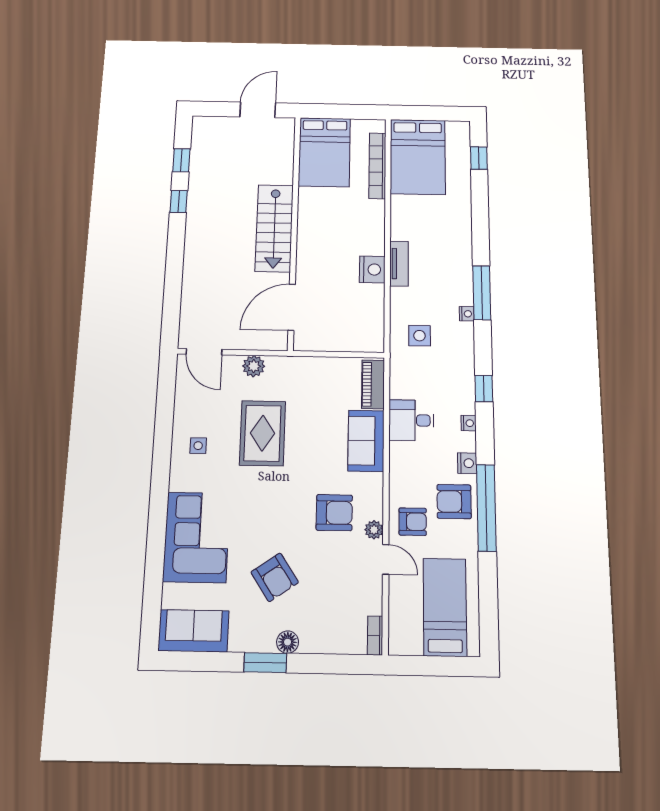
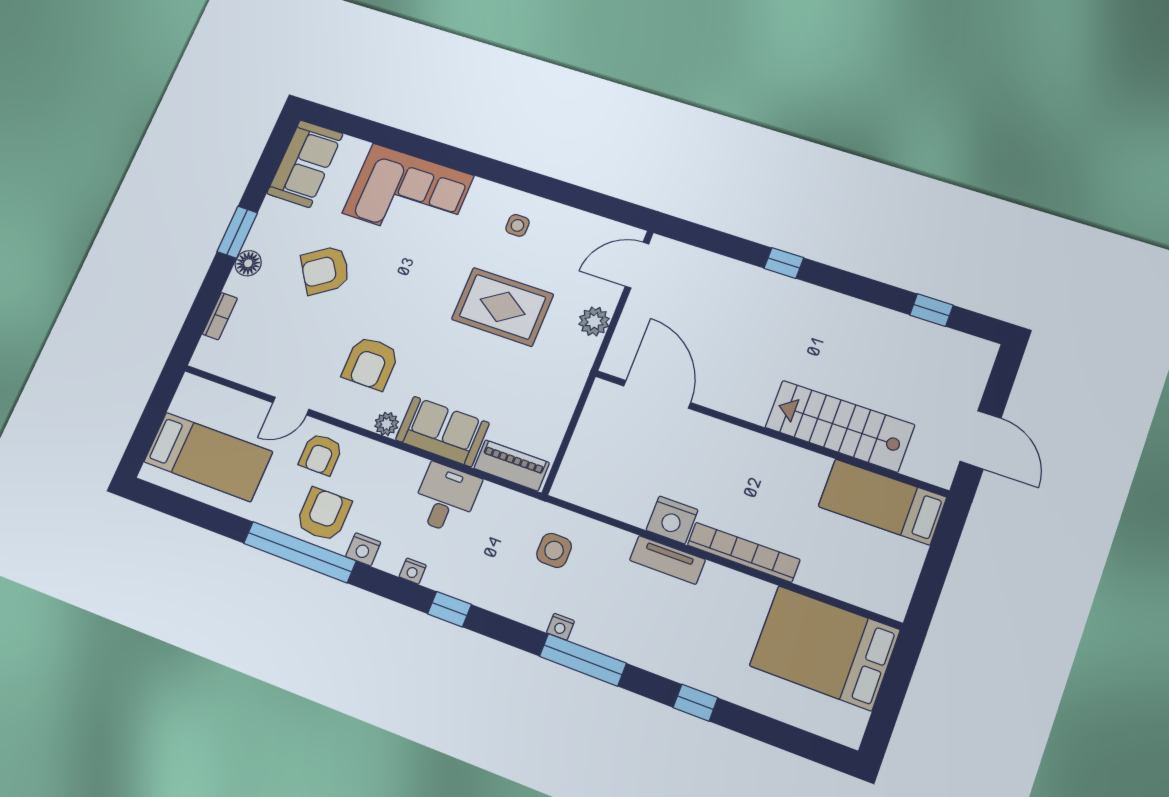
bed: (324, 152) -> (882, 502), width x0.67
window: (479, 158) -> (695, 703), moved
bookcase: (377, 166) -> (744, 552), moved
window: (179, 201) -> (784, 263), moved
stairs: (274, 228) -> (840, 426), moved
plant: (374, 530) -> (387, 424), moved
bookcase: (375, 636) -> (220, 316), moved, turned 90

